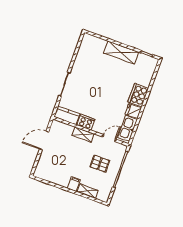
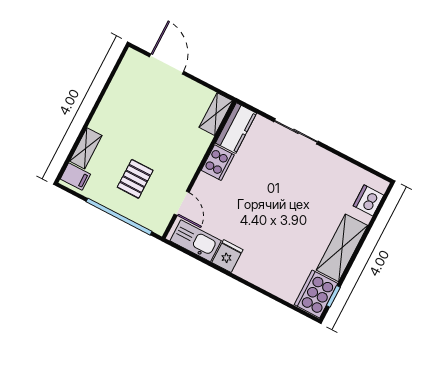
dishwasher: (95, 42) -> (368, 200), added
cooker: (138, 95) -> (316, 294), moved, turned -90
shelving: (83, 135) -> (216, 114), moved
door: (44, 140) -> (167, 64), moved
filing cabinet: (74, 184) -> (75, 177), moved

